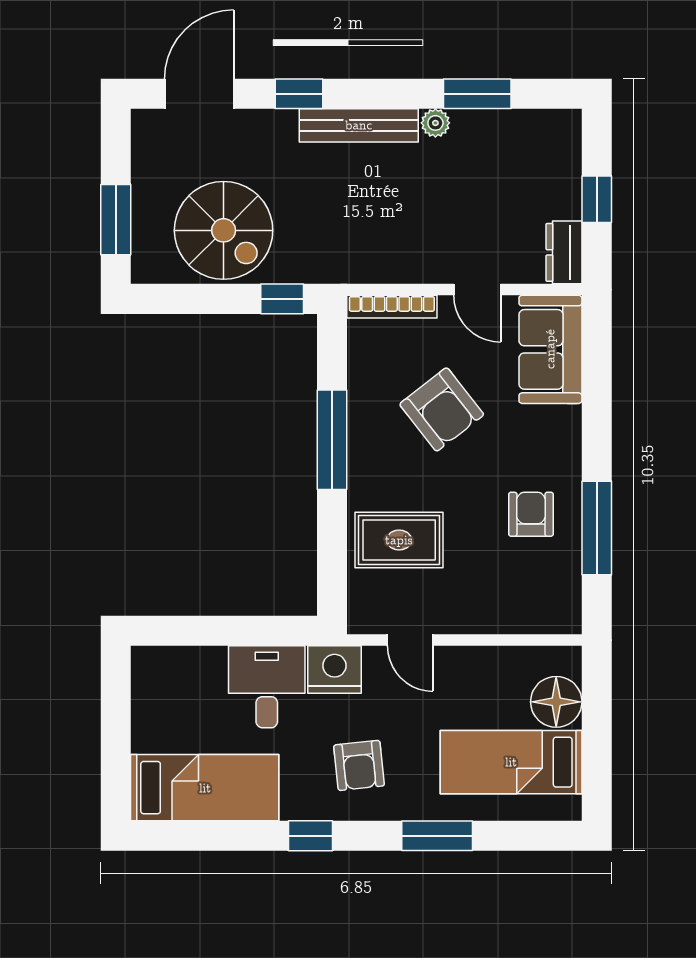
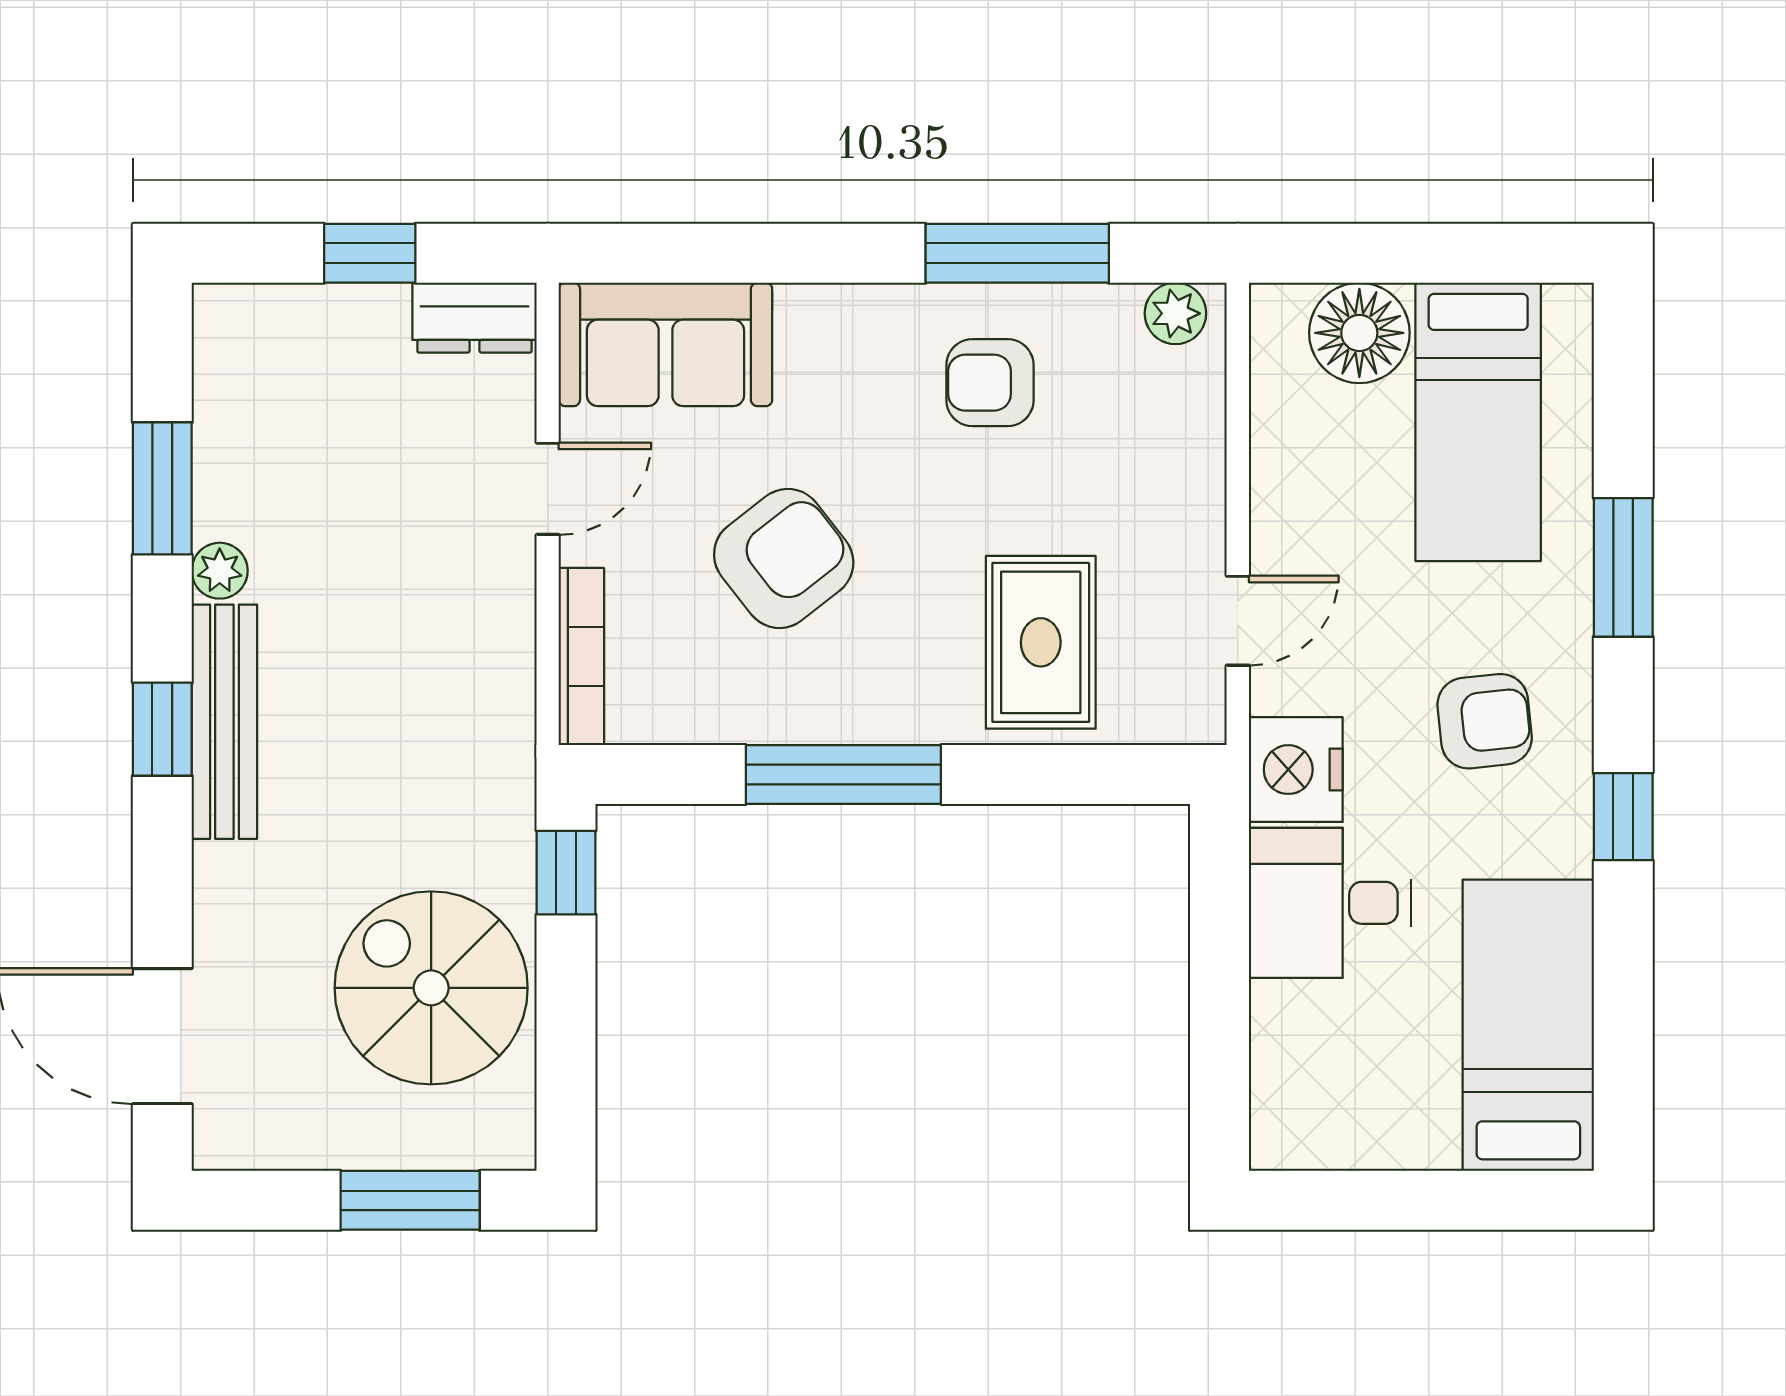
window: (299, 94) -> (162, 729), moved
spiral stairs: (224, 230) -> (431, 988), turned -90
plant: (566, 608) -> (1175, 313), added

